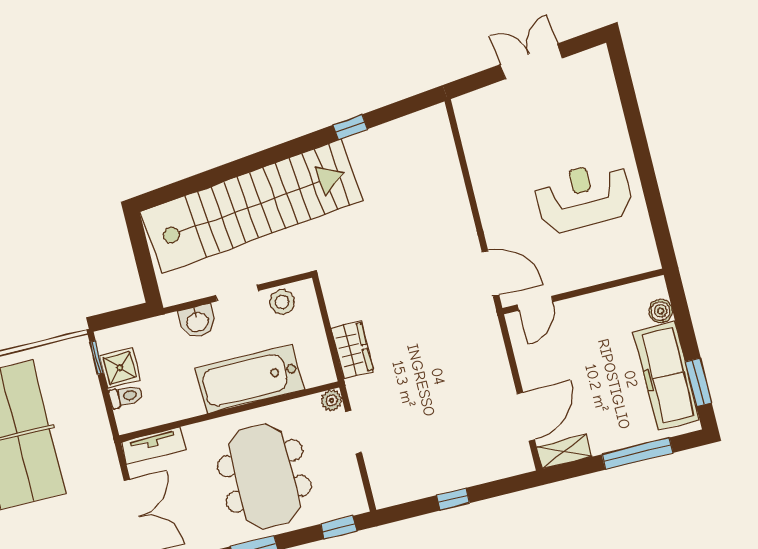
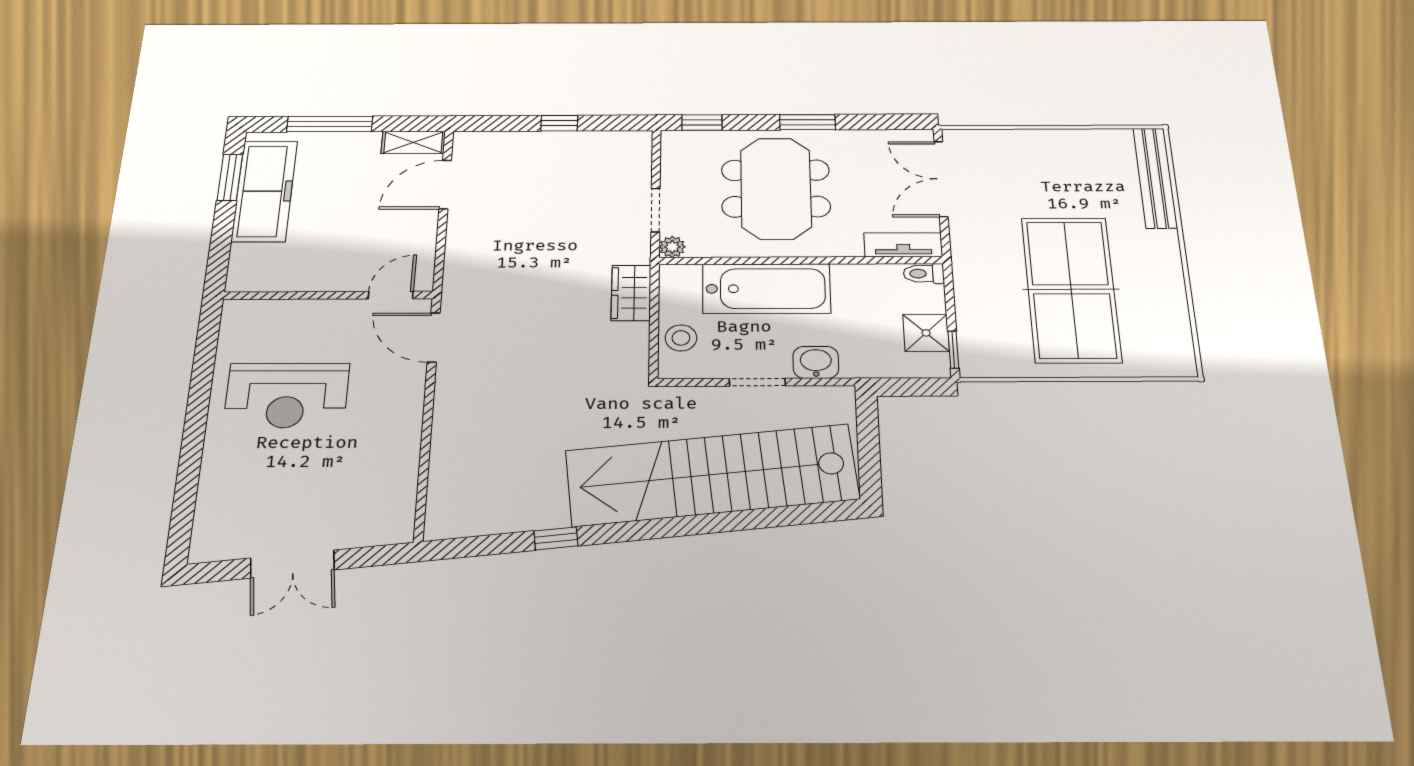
stool: (282, 302) -> (681, 338), moved
boiler: (661, 311) -> (243, 256), removed
toilet: (126, 396) -> (924, 274), moved

